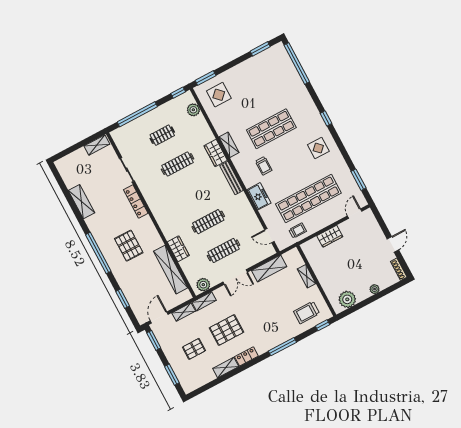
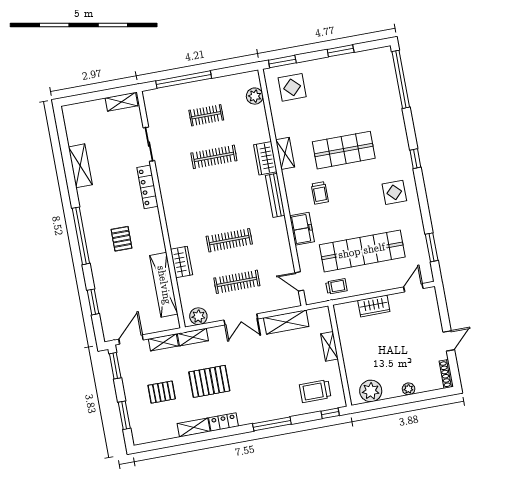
window: (260, 49) -> (341, 51), moved
window: (178, 93) -> (243, 69), removed
pallet: (129, 246) -> (121, 239), width x0.67, depth x0.71

